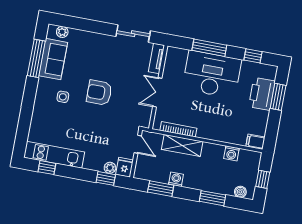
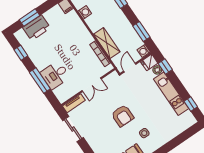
desk: (212, 74) -> (55, 75), width x0.53, depth x0.77
kitchen unit: (54, 155) -> (171, 94), moved
washing machine: (176, 179) -> (144, 51), moved

